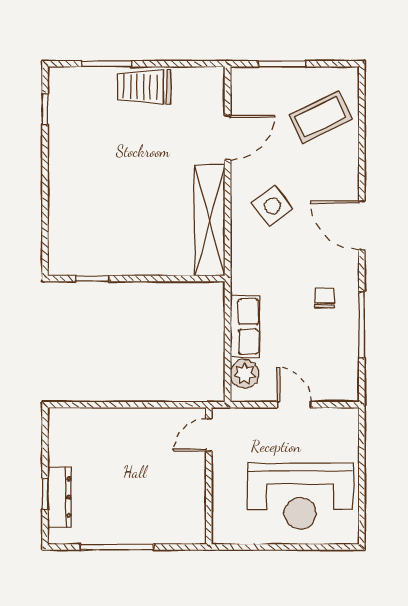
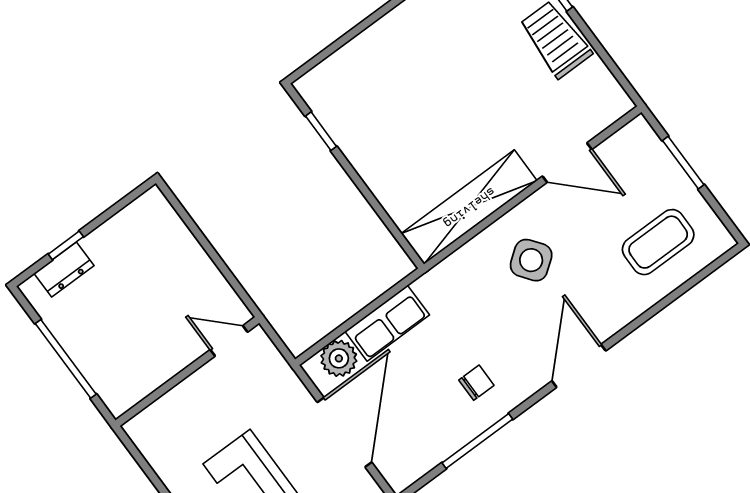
coffee table: (321, 117) -> (658, 242), turned -64
door: (294, 405) -> (345, 432), width x1.88
door: (209, 435) -> (229, 341), moved
wall: (209, 476) -> (187, 372), moved
dresser: (59, 497) -> (64, 269), width x0.70

